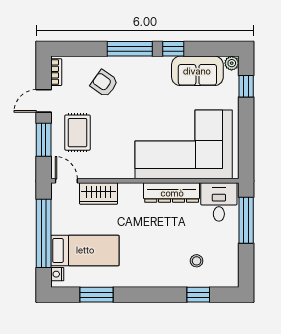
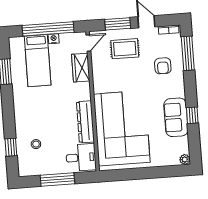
window: (130, 49) -> (188, 53), moved
sofa: (197, 71) -> (176, 117), moved
armchair: (104, 83) -> (163, 66), turned 145
window: (246, 86) -> (168, 171), removed
window: (246, 220) -> (57, 180), moved
nightstand: (57, 274) -> (54, 39), moved

